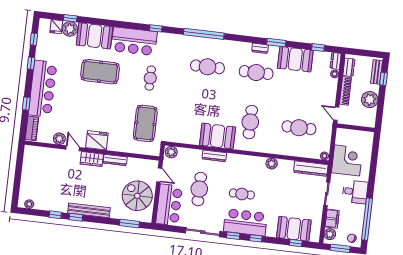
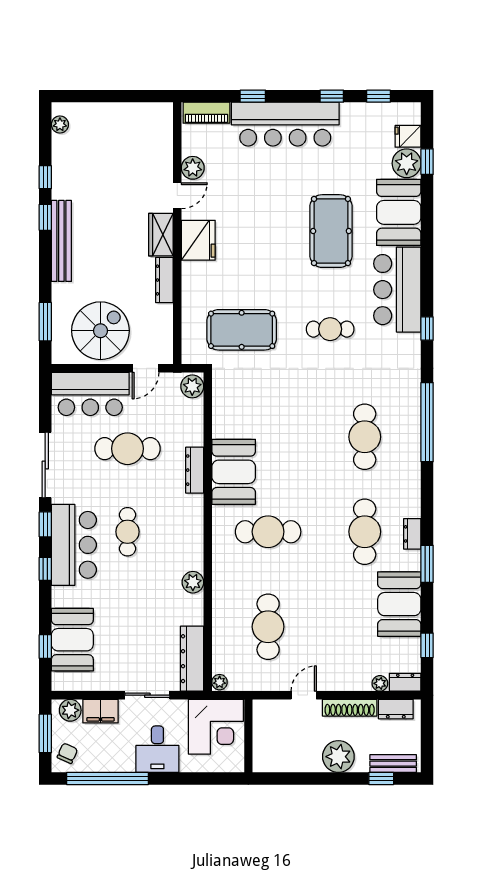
wall: (356, 128) -> (248, 736), moved

